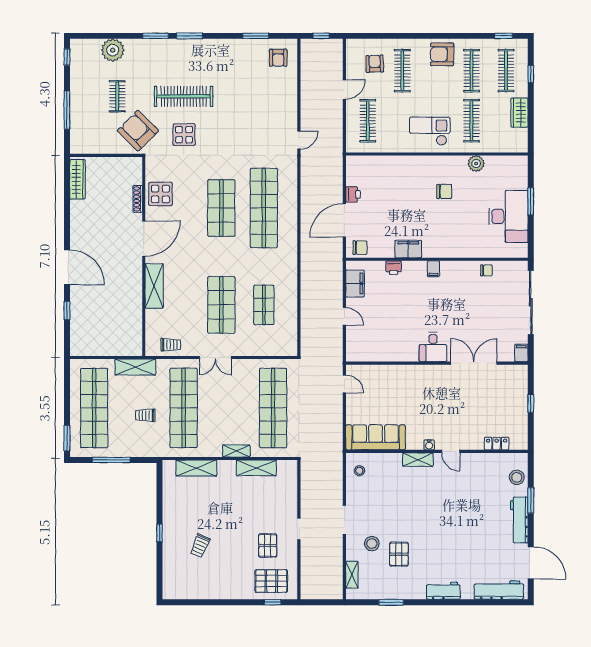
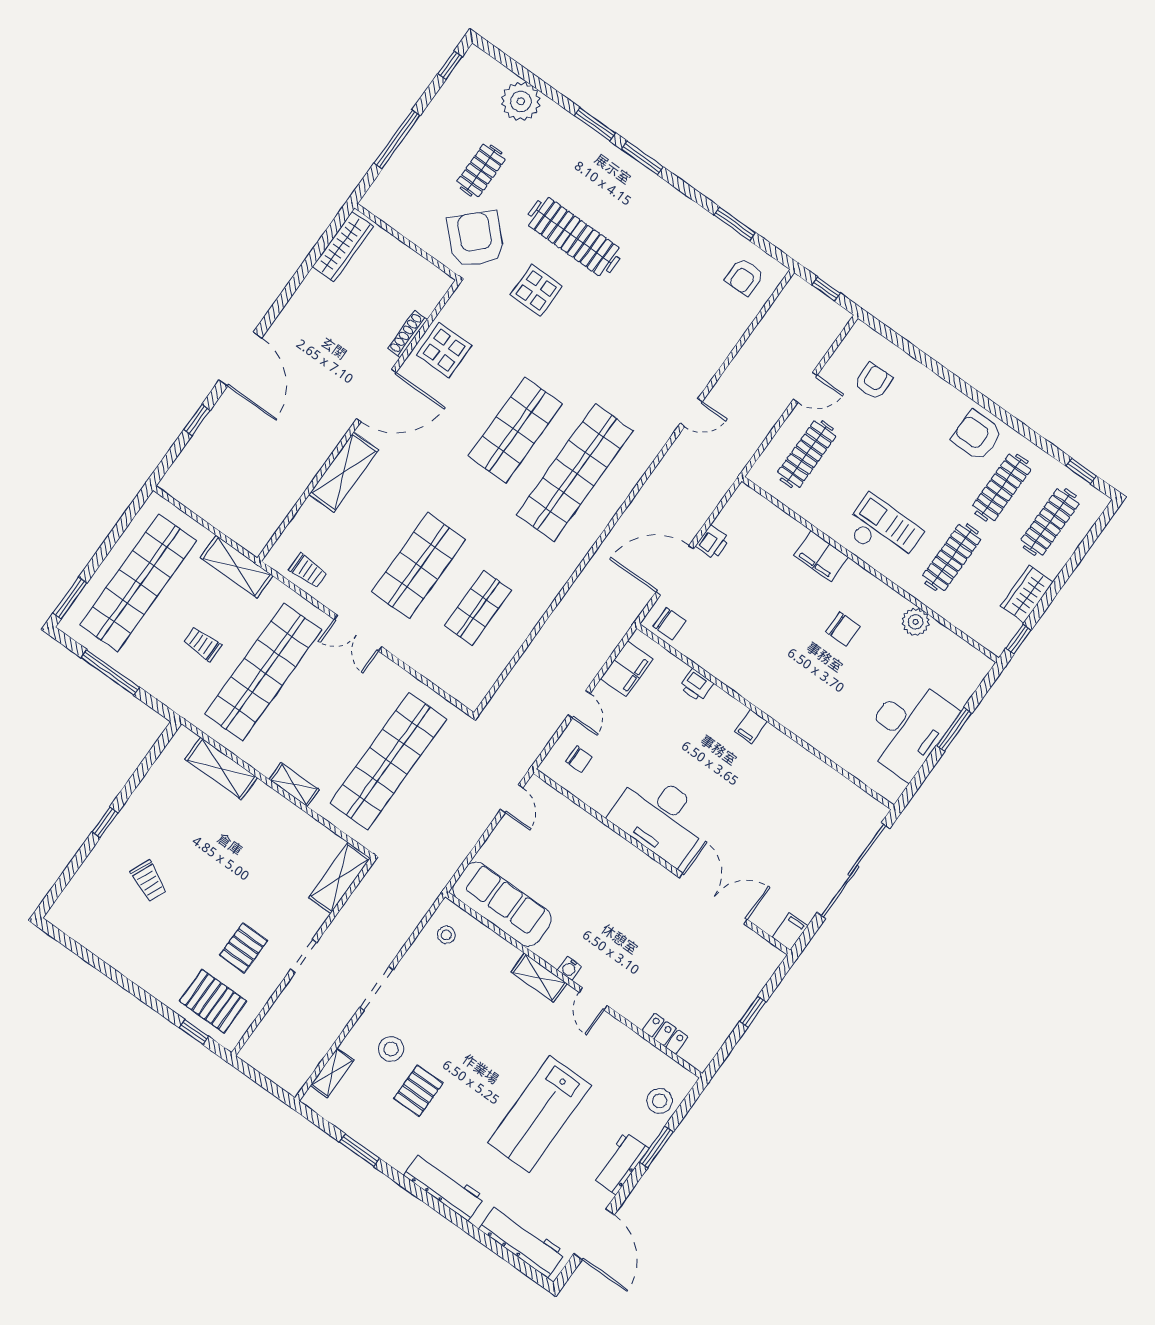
clothes rail: (402, 71) -> (905, 419), removed
window: (531, 74) -> (1018, 639), moved
filing cabinet: (408, 249) -> (821, 556), moved, turned 180
chair: (486, 270) -> (579, 759), moved
desk: (433, 347) -> (660, 817), width x1.87, depth x1.30
shelving: (256, 468) -> (339, 878), moved, turned 90
workbench: (519, 520) -> (621, 1163), width x0.73
lab bench: (464, 524) -> (539, 1114), added
trolley: (200, 546) -> (149, 881), turned -89
workbench: (443, 591) -> (444, 1186), width x1.37

